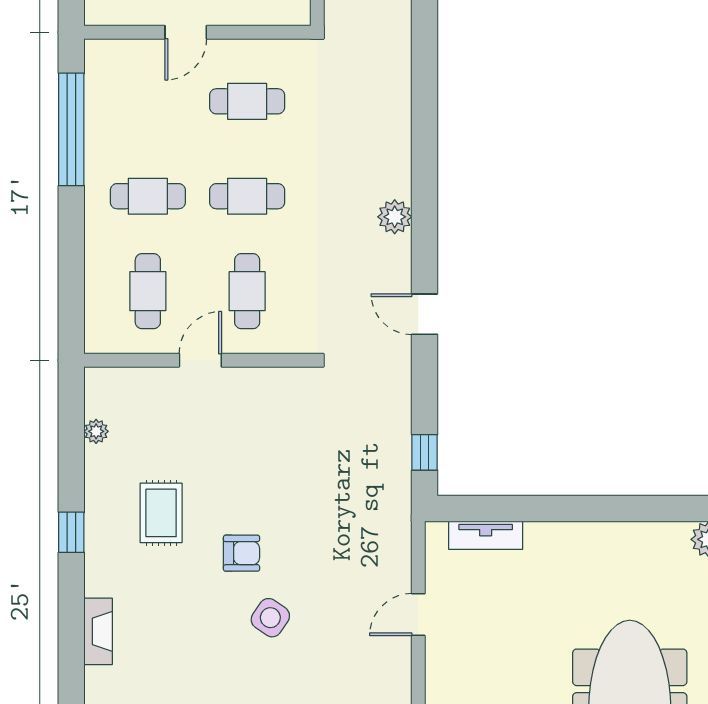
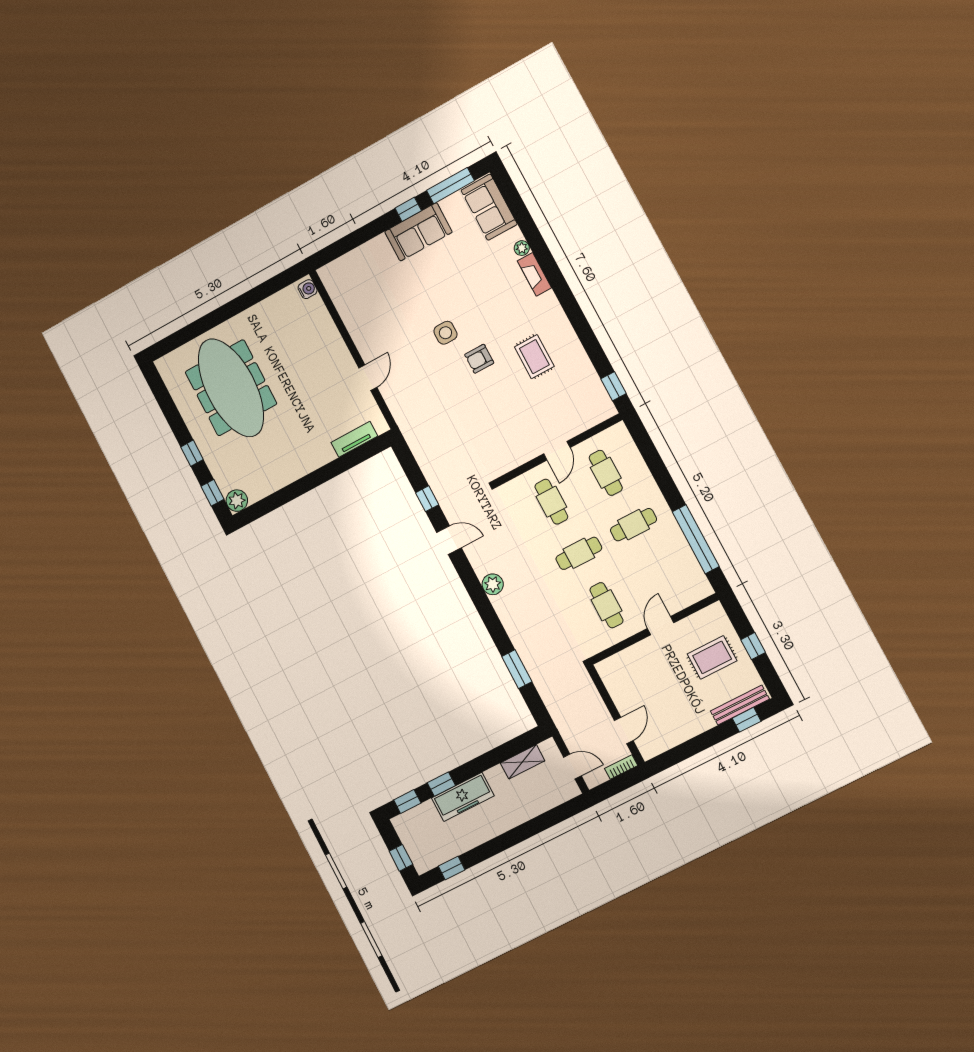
window: (425, 76) -> (517, 669), added
cafe table: (247, 101) -> (606, 605), turned 90
plant: (96, 431) -> (522, 248), moved
window: (425, 452) -> (427, 499), moved
window: (71, 532) -> (613, 386), moved
side table: (270, 618) -> (445, 333), turned -34

